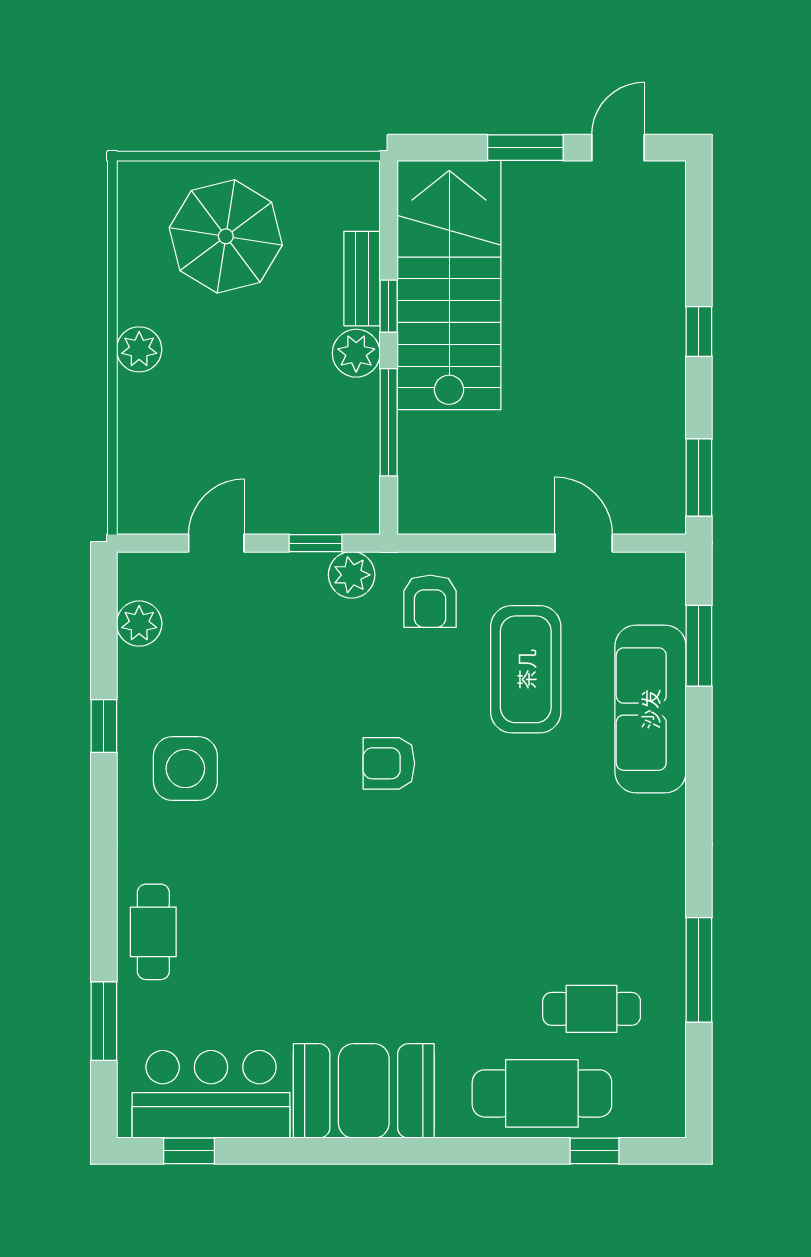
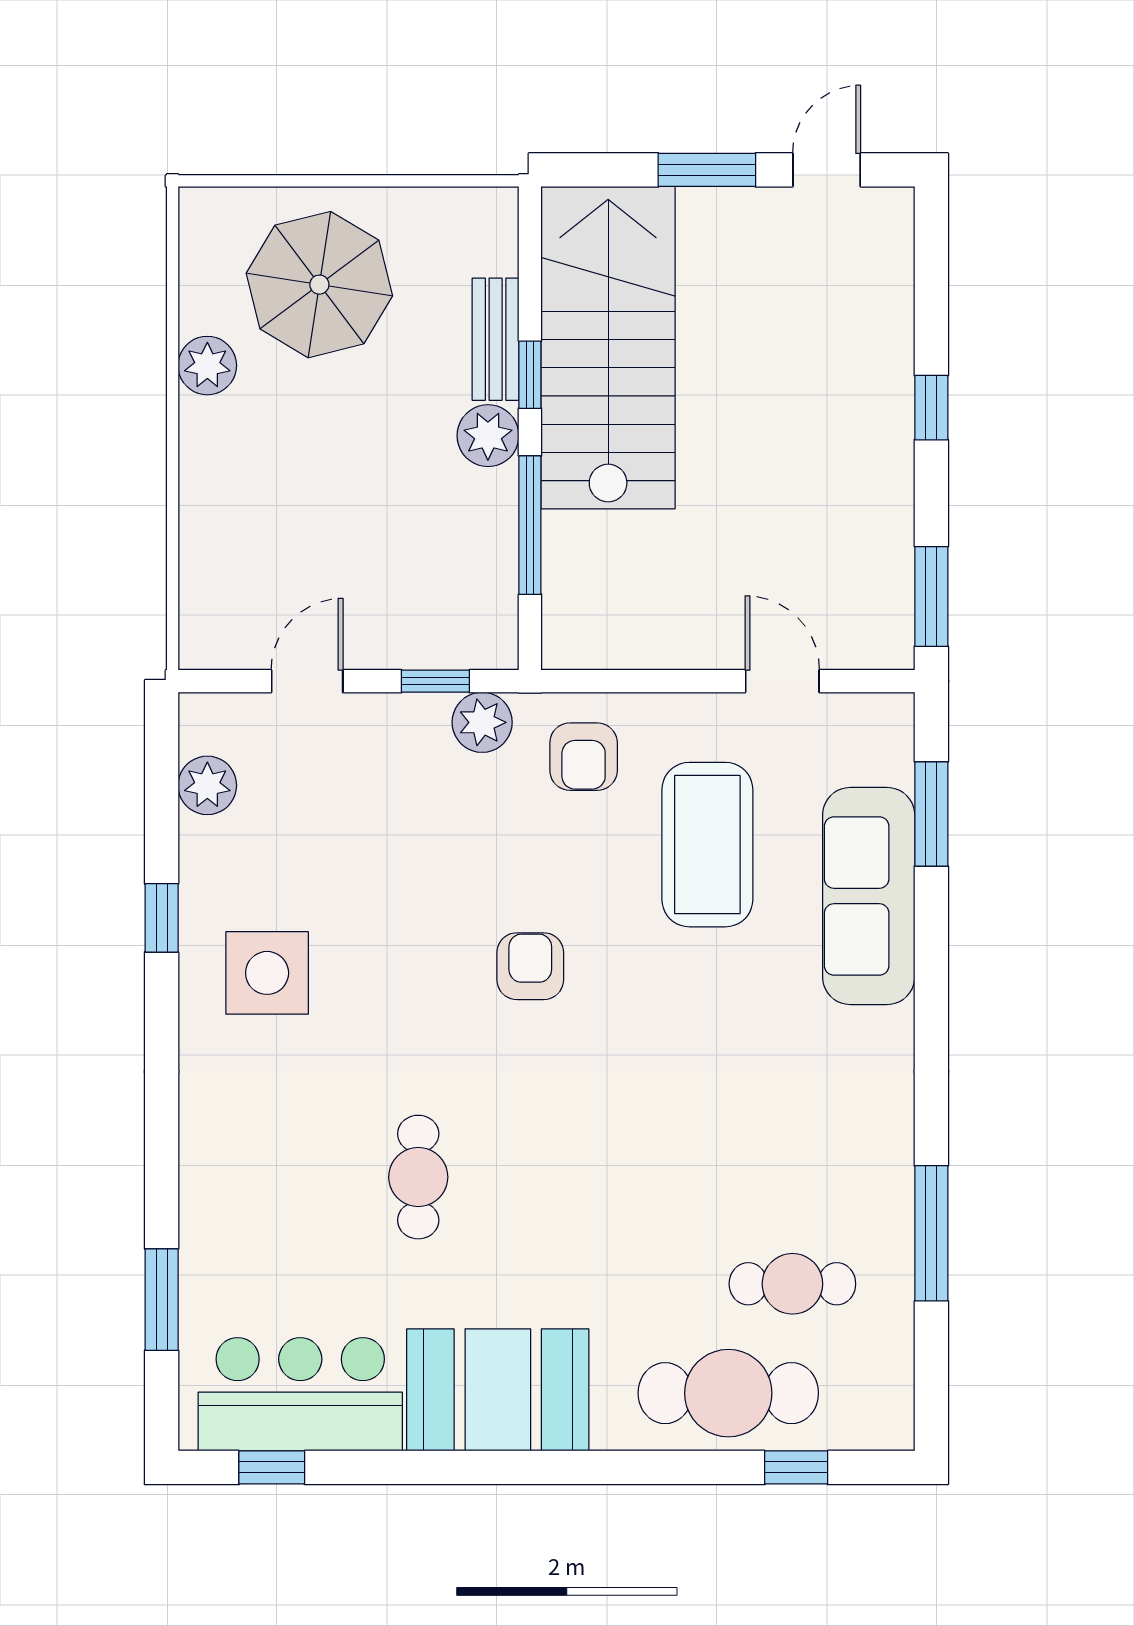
plant: (139, 349) -> (207, 366), moved
armchair: (389, 763) -> (530, 966), turned 90
cafe table: (153, 932) -> (418, 1177), moved

